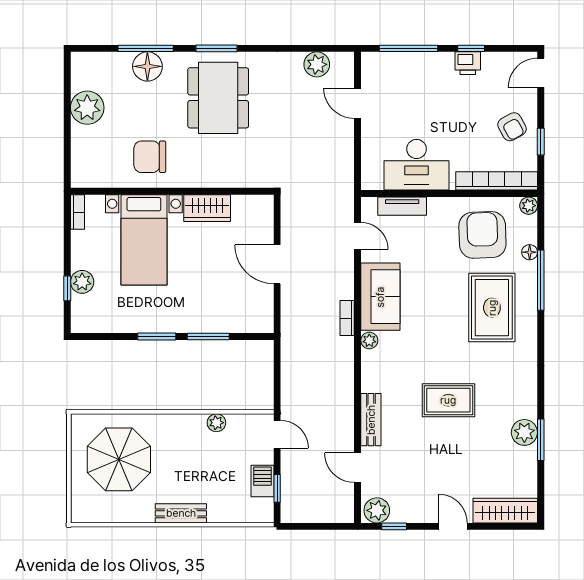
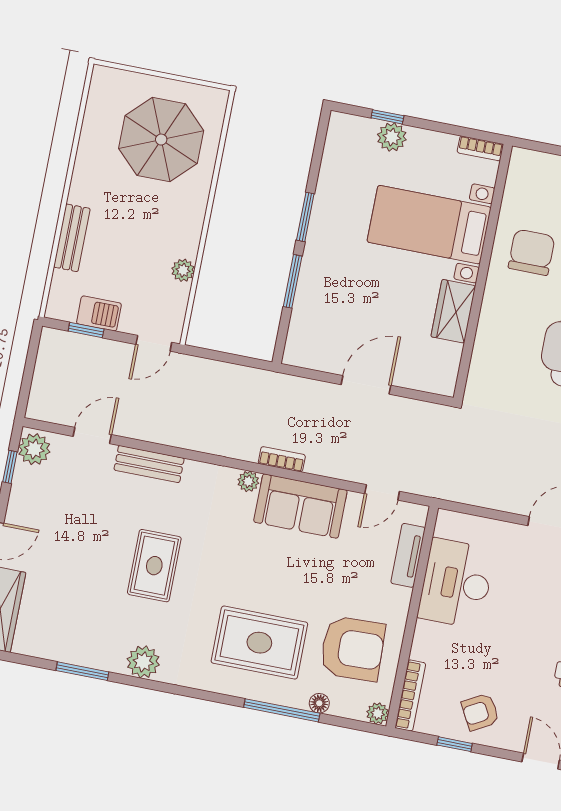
bookcase: (497, 181) -> (410, 695), width x0.68, depth x0.76
plant: (524, 432) -> (143, 662), moved
bench: (181, 513) -> (72, 238), moved

